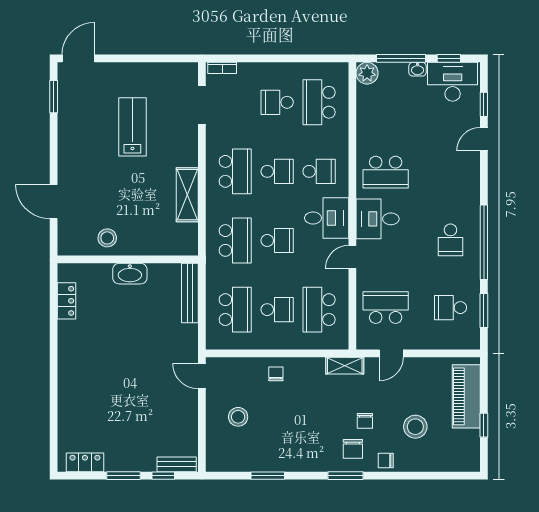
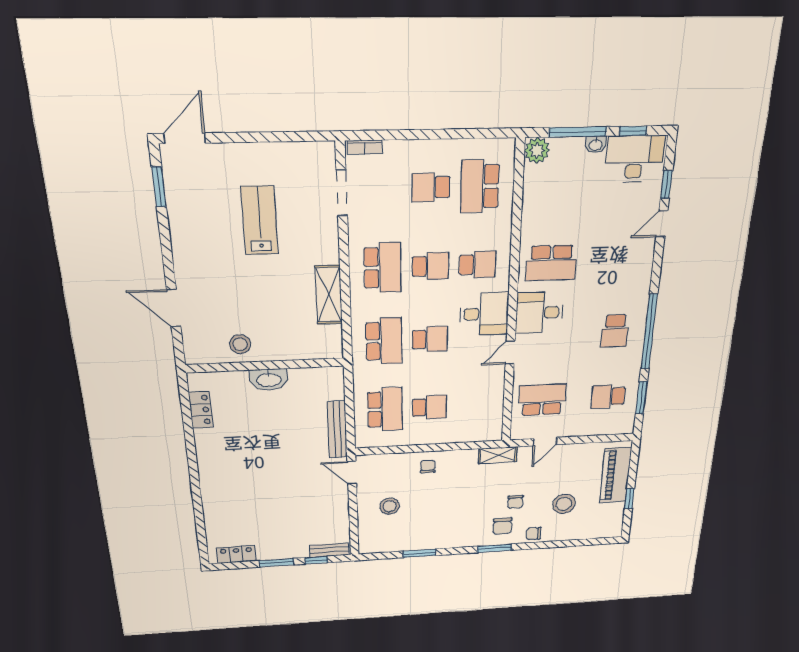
bench: (190, 293) -> (337, 430), moved
school desk: (319, 310) -> (473, 405), removed

